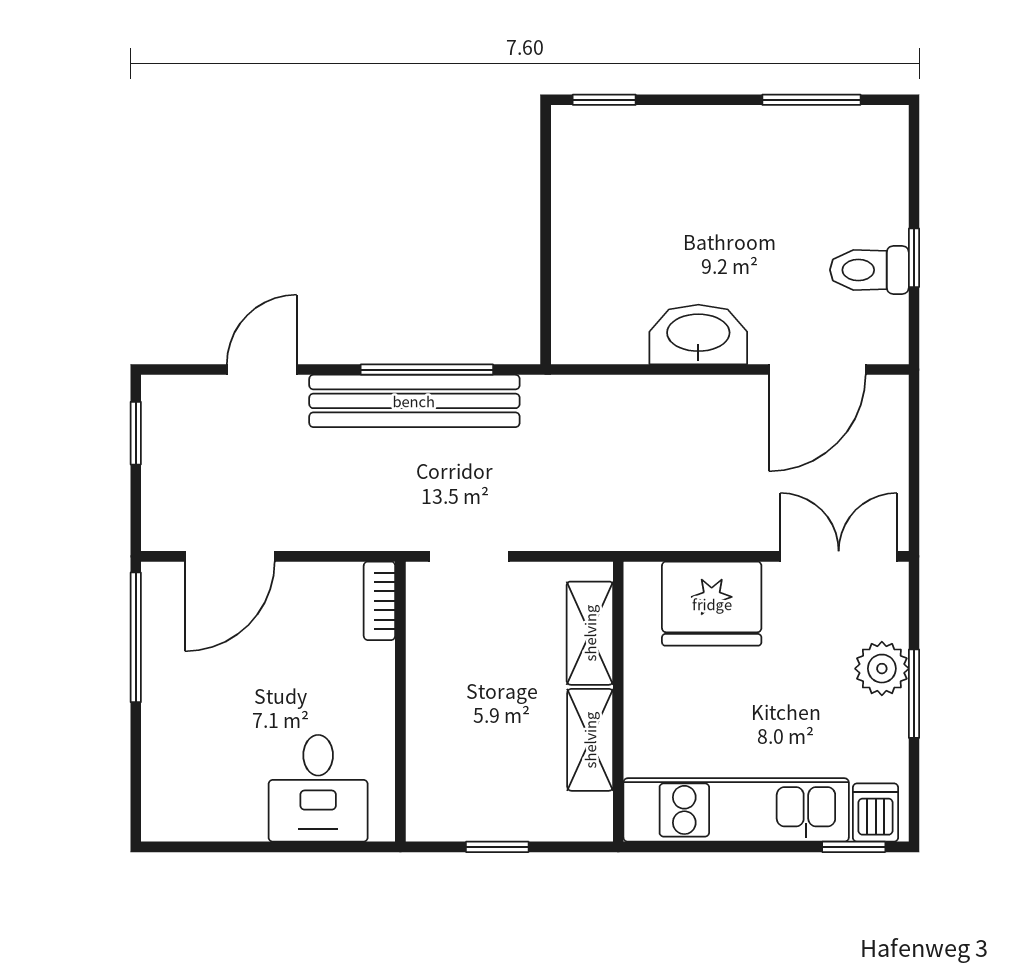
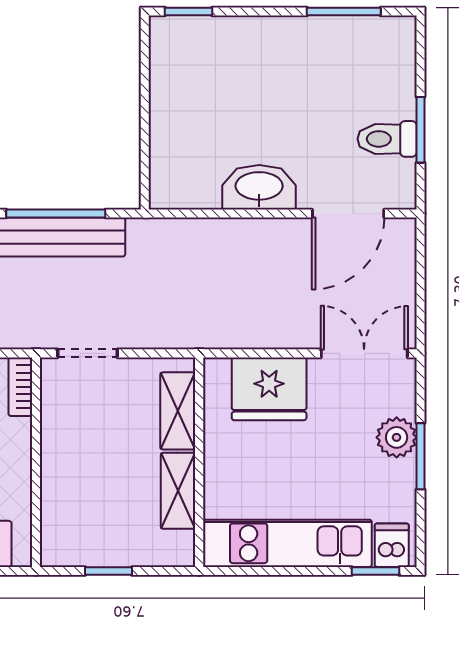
window: (914, 258) -> (421, 130), width x1.50

